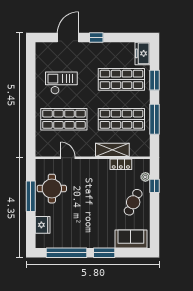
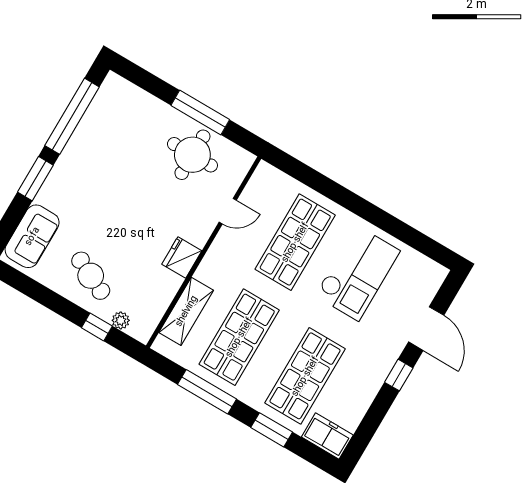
checkout: (61, 83) -> (357, 273), width x1.36, depth x1.21
shelving: (112, 150) -> (186, 311), moved
locker: (121, 164) -> (165, 292), removed
fridge: (43, 225) -> (182, 257), moved, turned 90

